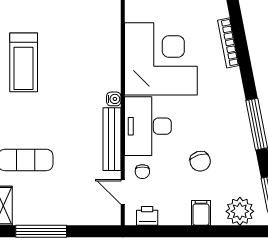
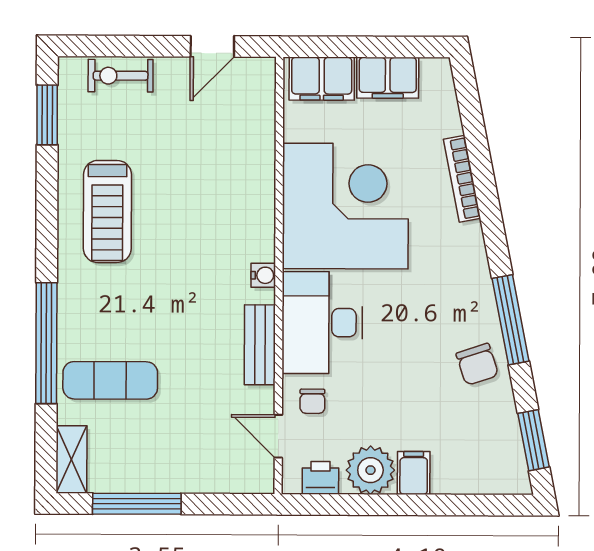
bench: (112, 139) -> (260, 345), width x0.73
chair: (200, 161) -> (477, 364), moved
plant: (240, 211) -> (370, 470), moved

